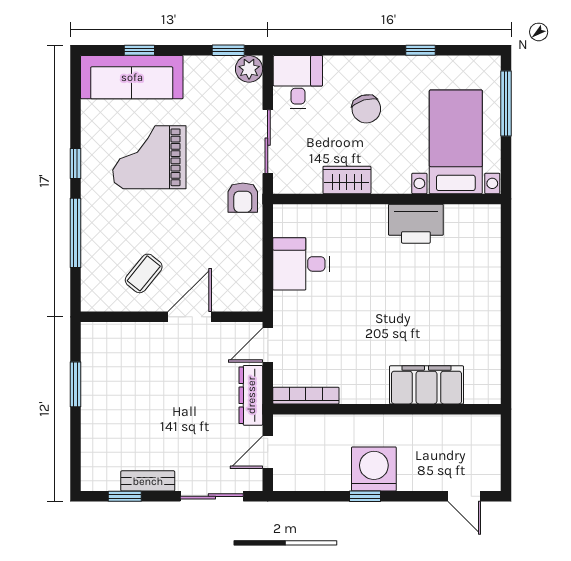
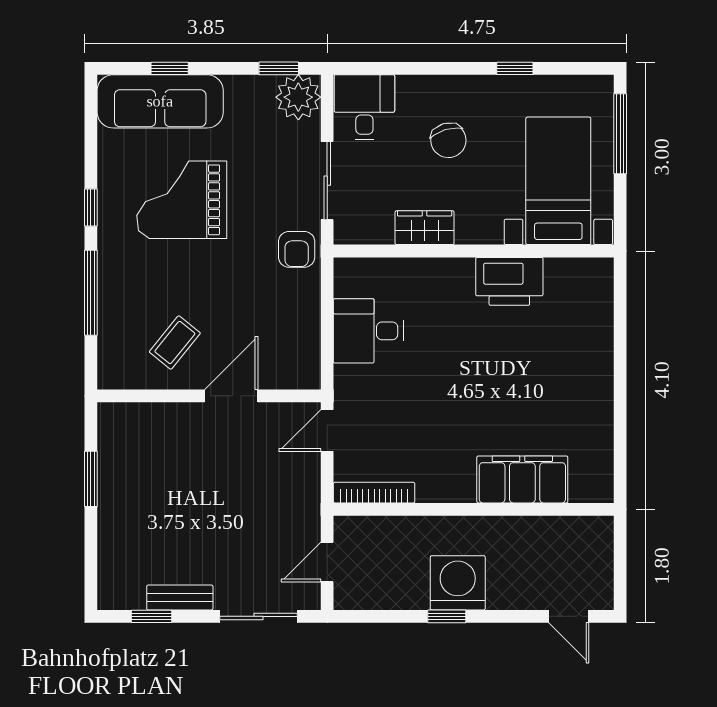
plant: (249, 69) -> (298, 97), width x1.36, depth x1.36
dresser: (251, 395) -> (306, 492), removed

